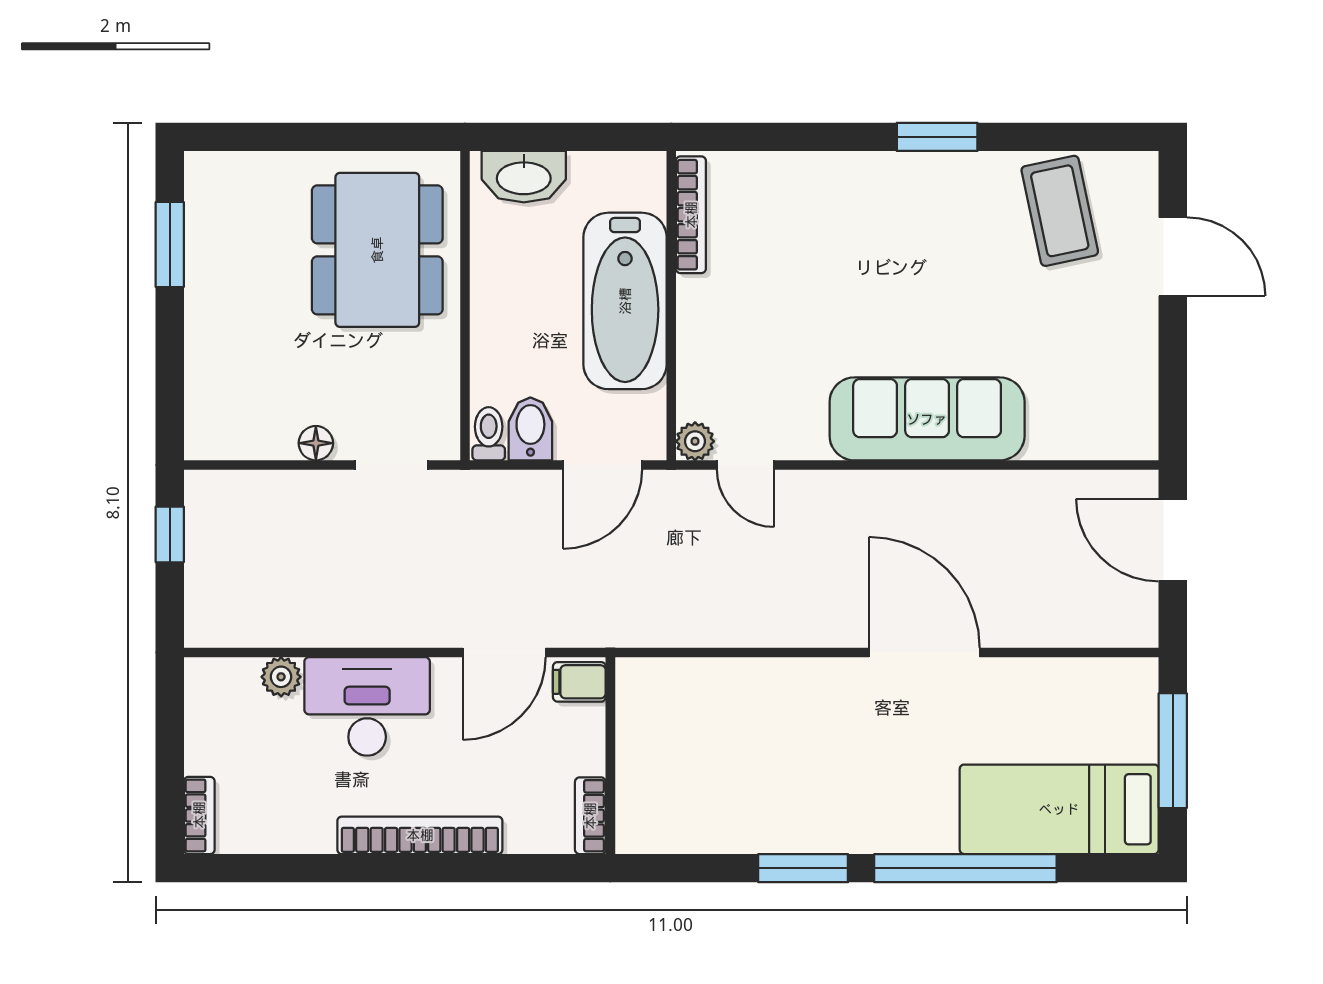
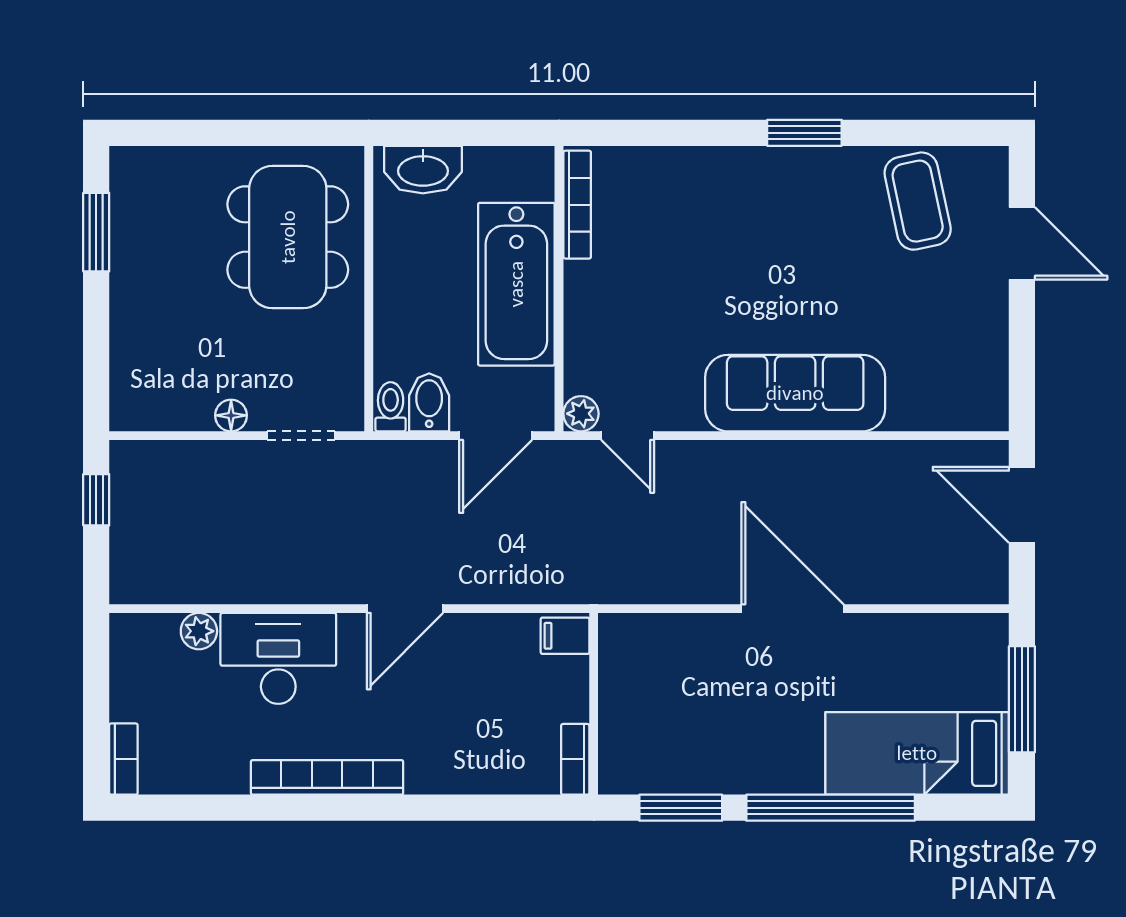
filing cabinet: (579, 682) -> (565, 636), moved
wall: (610, 756) -> (594, 704), moved
bookcase: (590, 816) -> (575, 759), moved

